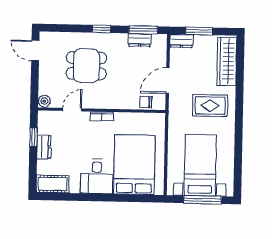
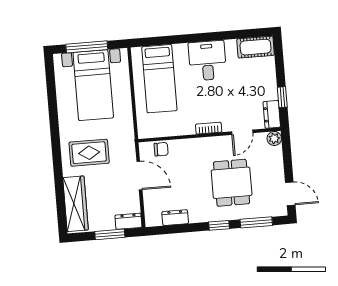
window: (143, 30) -> (256, 222), moved
dining table: (86, 66) -> (232, 183), turned 90
door: (168, 81) -> (139, 176), hinge flipped
dresser: (44, 147) -> (272, 114), moved
bed: (134, 165) -> (159, 79), width x0.67

